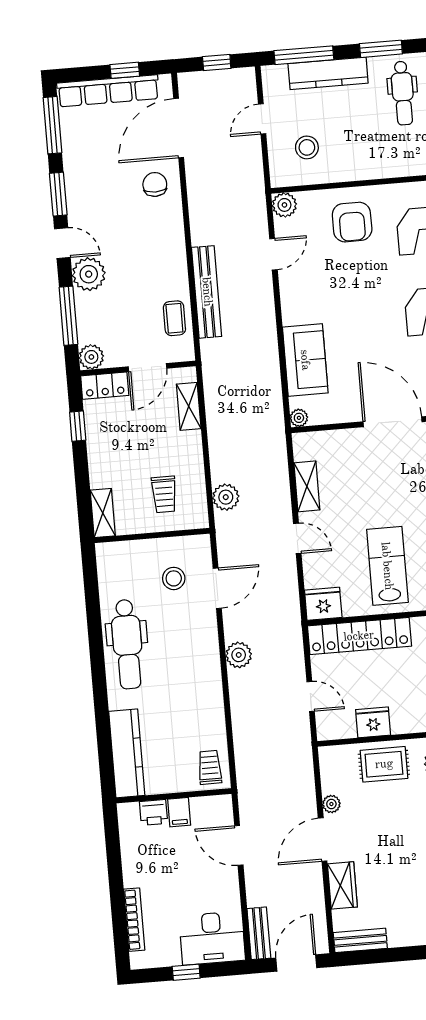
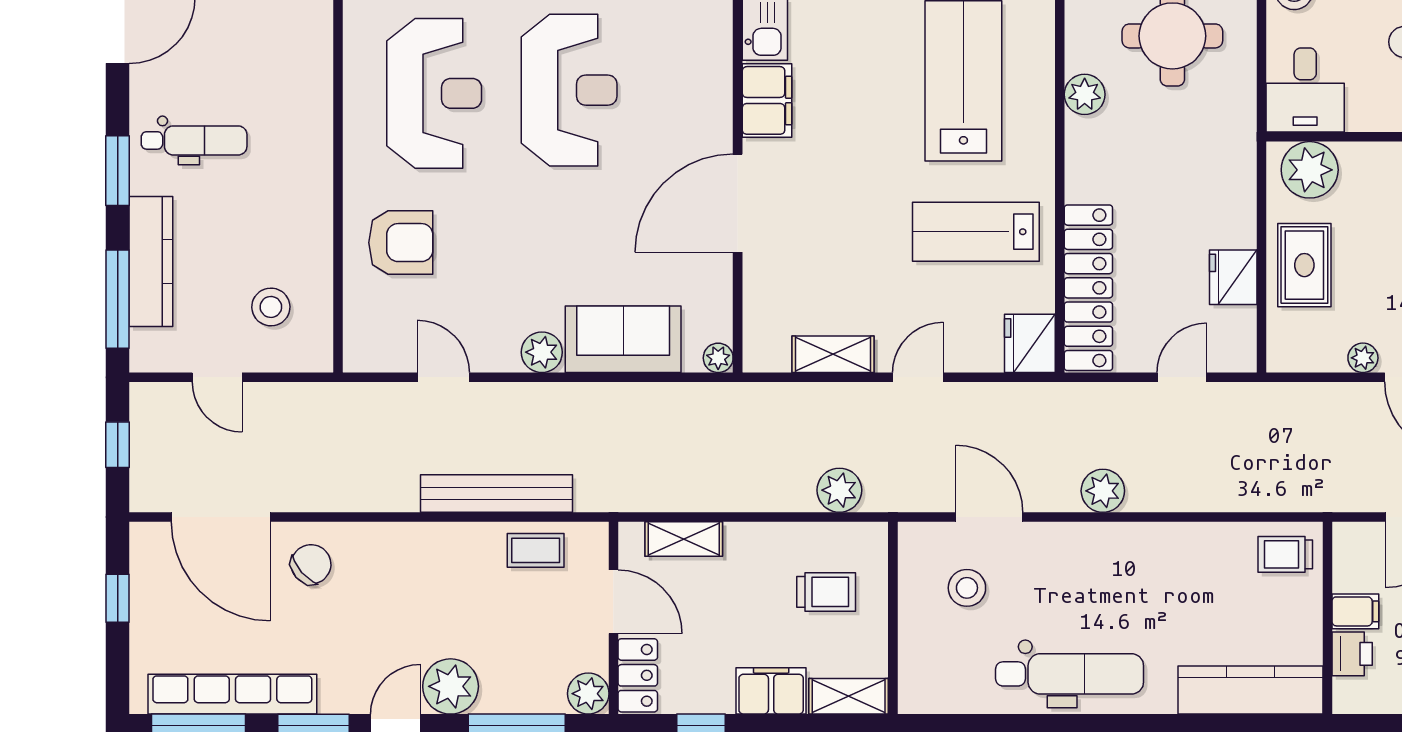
row of seats: (108, 91) -> (232, 694), moved, turned -90
chair: (155, 184) -> (311, 564), turned 139
plant: (284, 205) -> (542, 352), moved
filing cabinet: (102, 466) -> (771, 691), added

